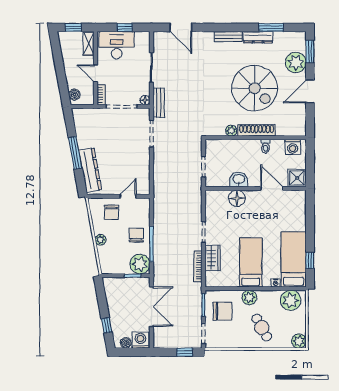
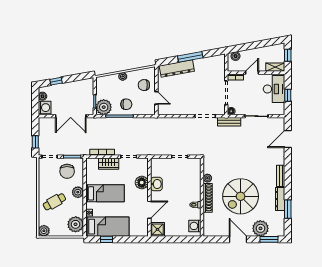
shower: (297, 178) -> (158, 229), moved
washbasin: (239, 179) -> (156, 184), moved
wall: (256, 188) -> (149, 197), moved
door: (272, 188) -> (149, 210), moved
floor lamp: (237, 198) -> (142, 183), moved

